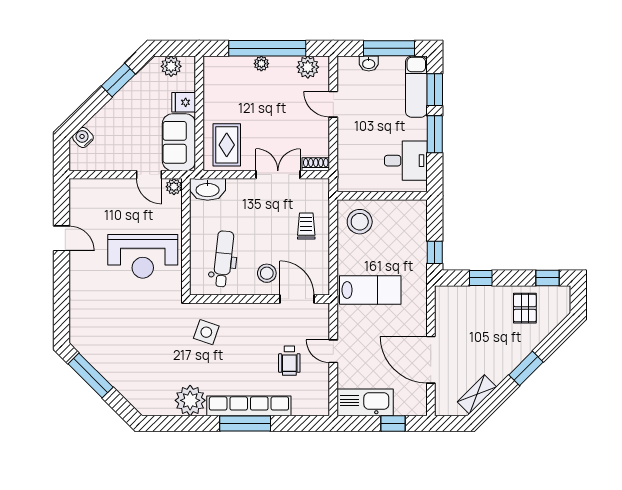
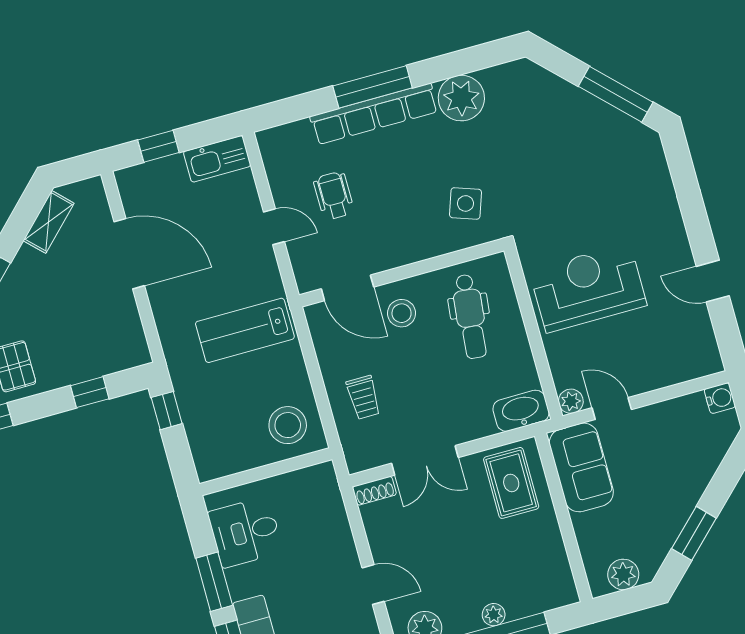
fridge: (184, 102) -> (591, 527), removed
water cooler: (83, 137) -> (720, 398), moved, turned -46
kitchen sink: (365, 402) -> (217, 159), width x0.73, depth x0.81

